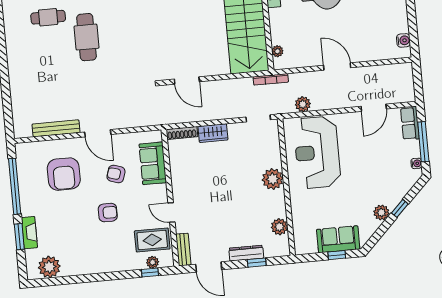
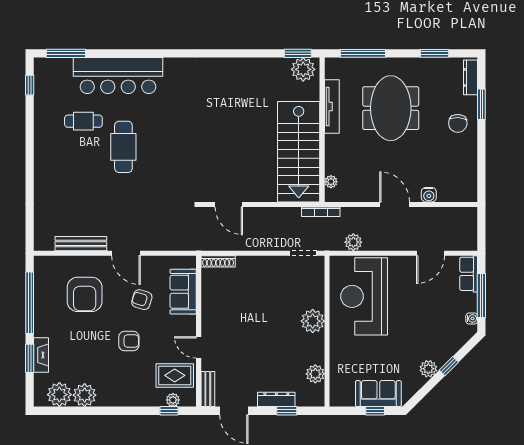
water cooler: (403, 40) -> (429, 195), moved, turned 90
wardrobe: (213, 133) -> (252, 265), removed
plant: (72, 265) -> (85, 395), added

